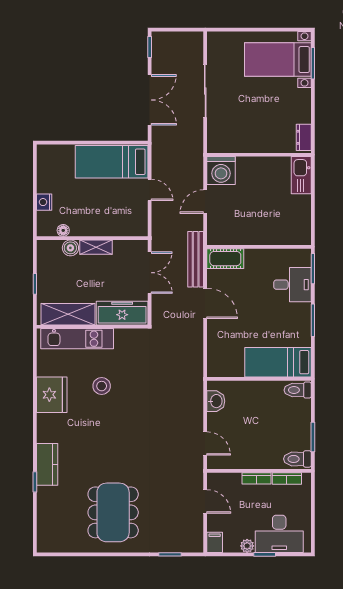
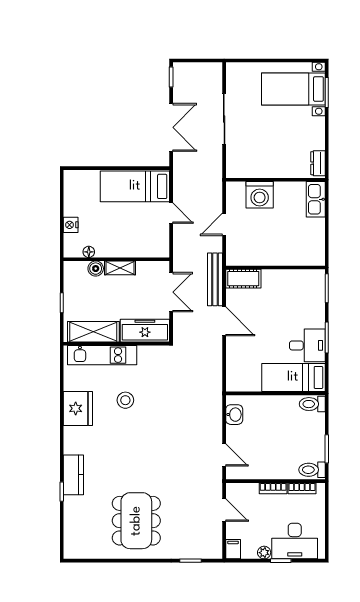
washing machine: (221, 171) -> (260, 195), moved
desk: (293, 285) -> (307, 345), moved

